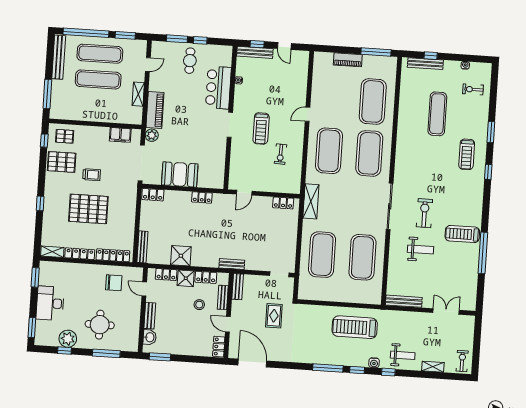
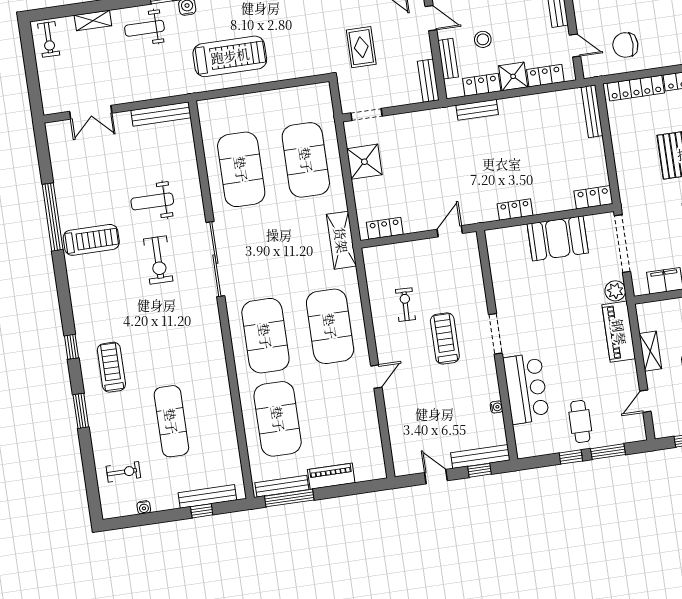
bench: (379, 60) -> (282, 486), added
shower: (181, 256) -> (364, 162), moved
bench: (232, 264) -> (477, 110), moved

